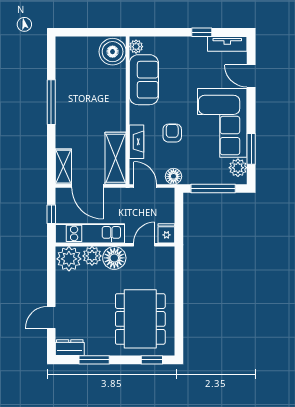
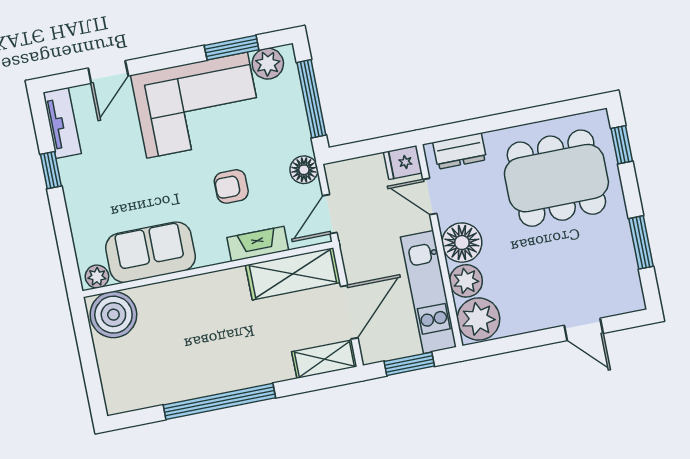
window: (51, 102) -> (219, 401), width x1.46
window: (51, 214) -> (409, 364), width x1.50
dresser: (70, 348) -> (460, 151), moved, turned -90

